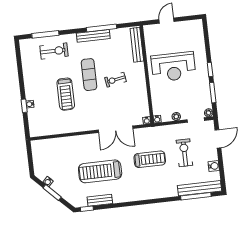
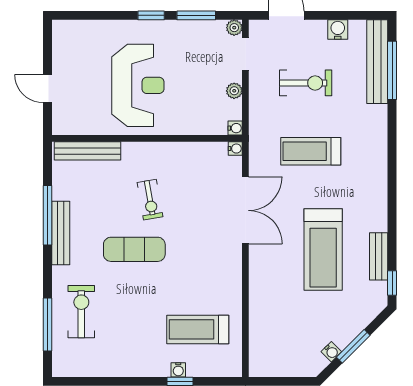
treadmill: (66, 94) -> (198, 329), moved, turned 180
exercise bike: (184, 153) -> (306, 83), turned 180
treadmill: (150, 159) -> (311, 151), turned -90

